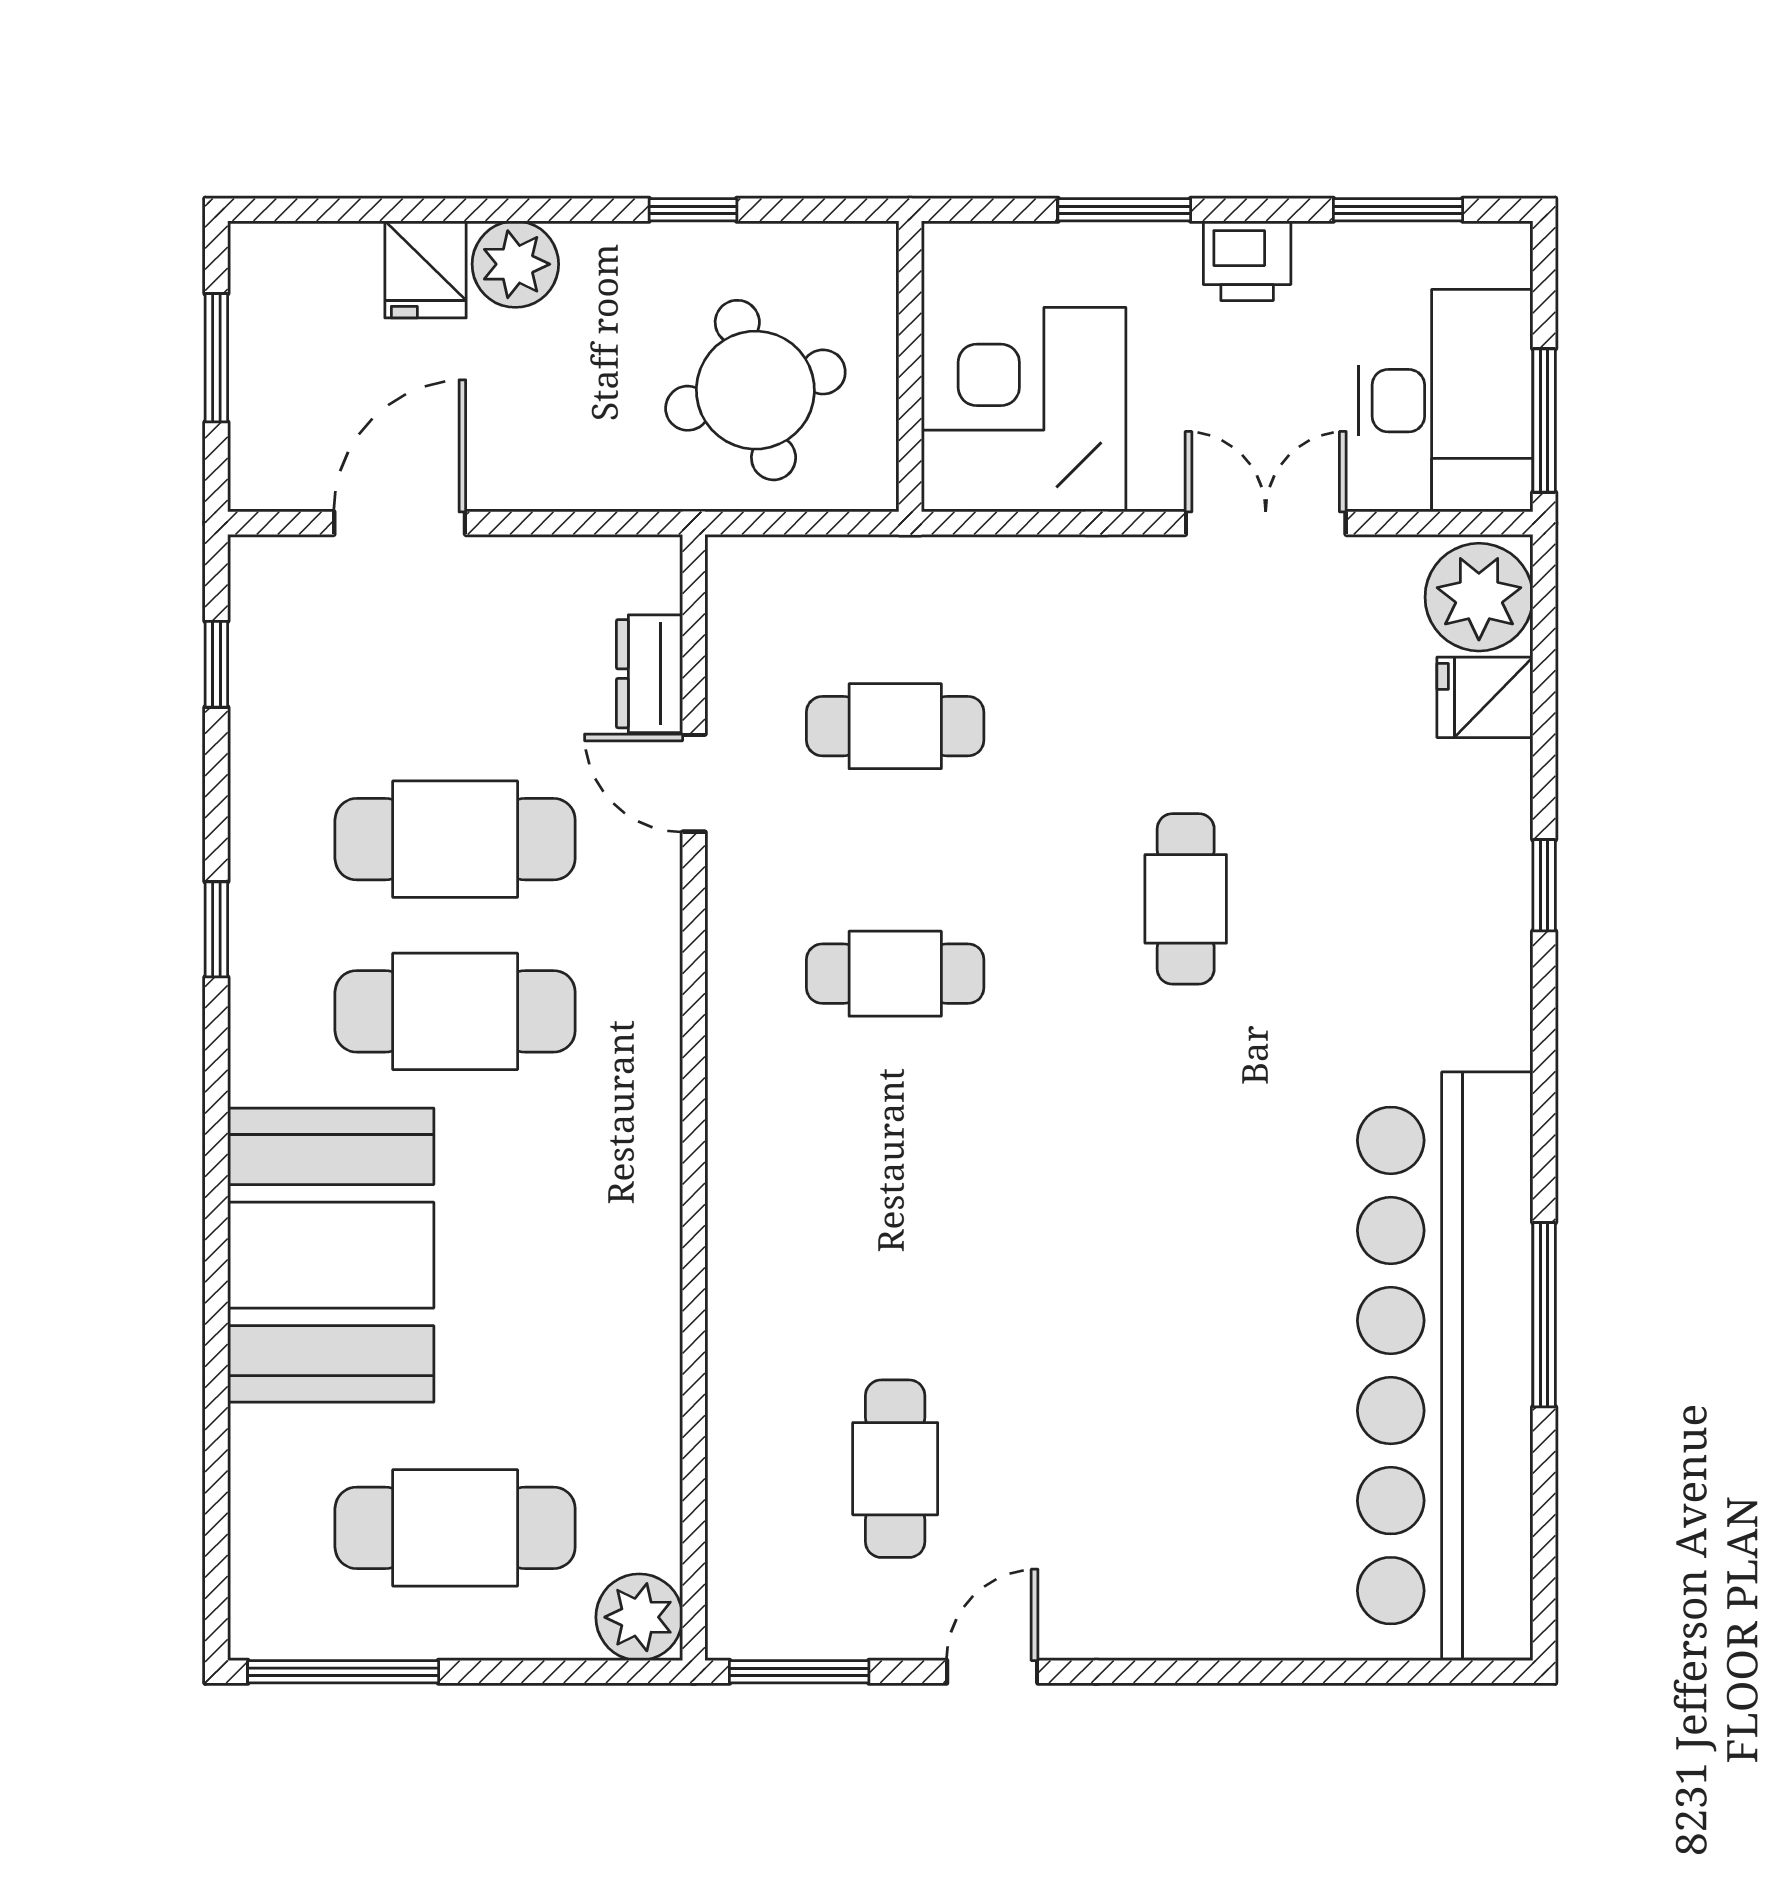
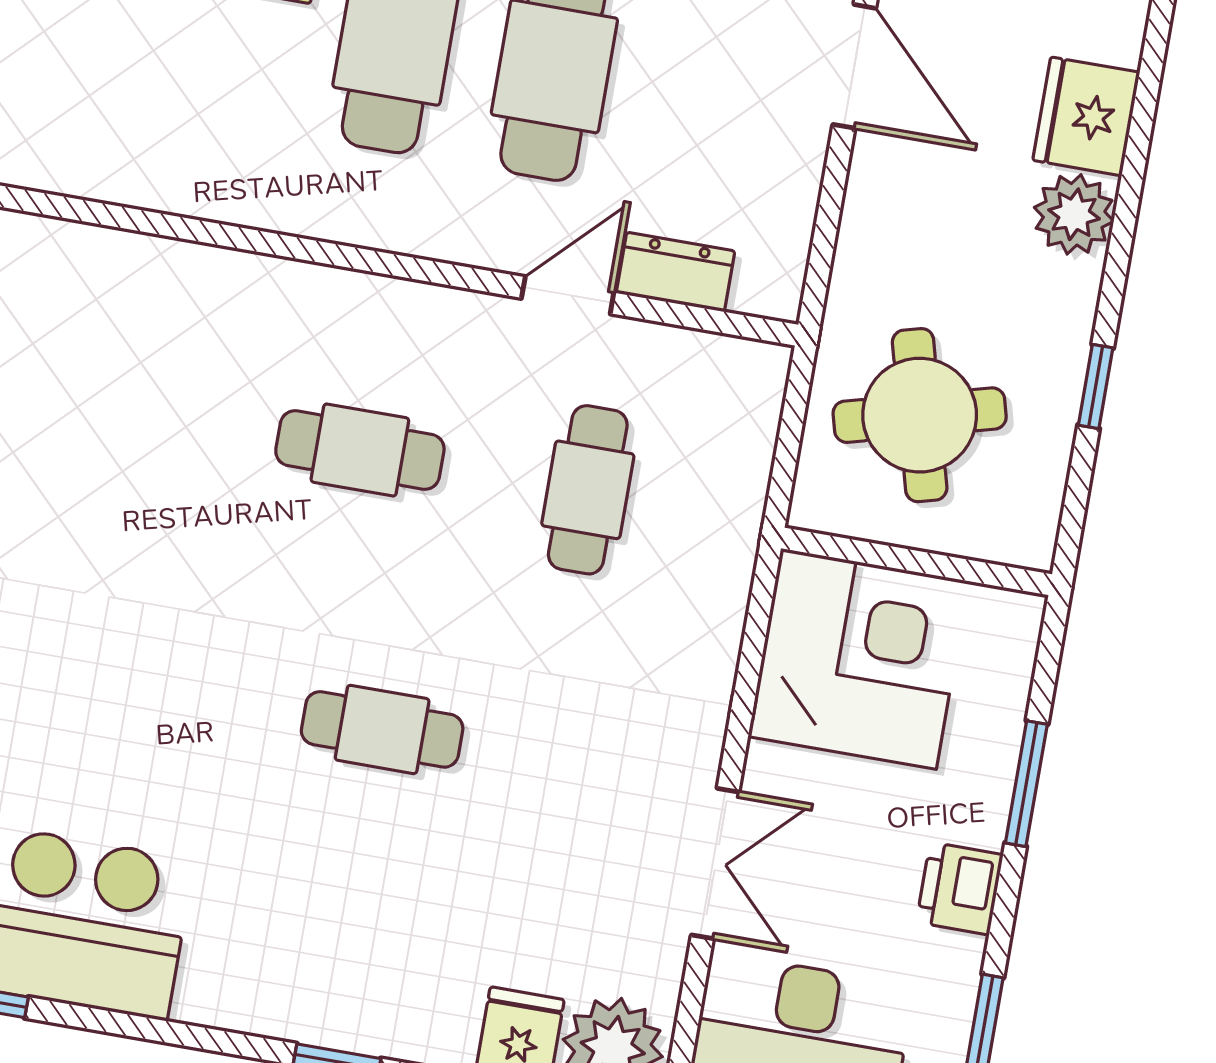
fridge: (425, 269) -> (1086, 116), width x1.38
cafe table: (895, 974) -> (360, 450), turned 90

